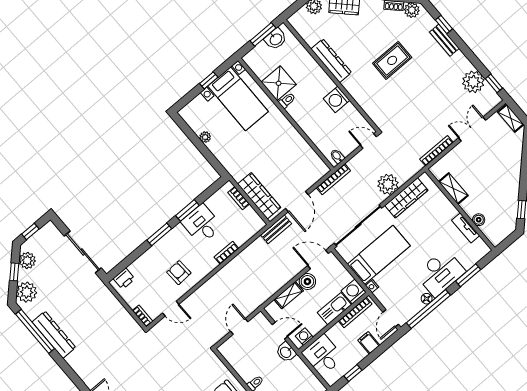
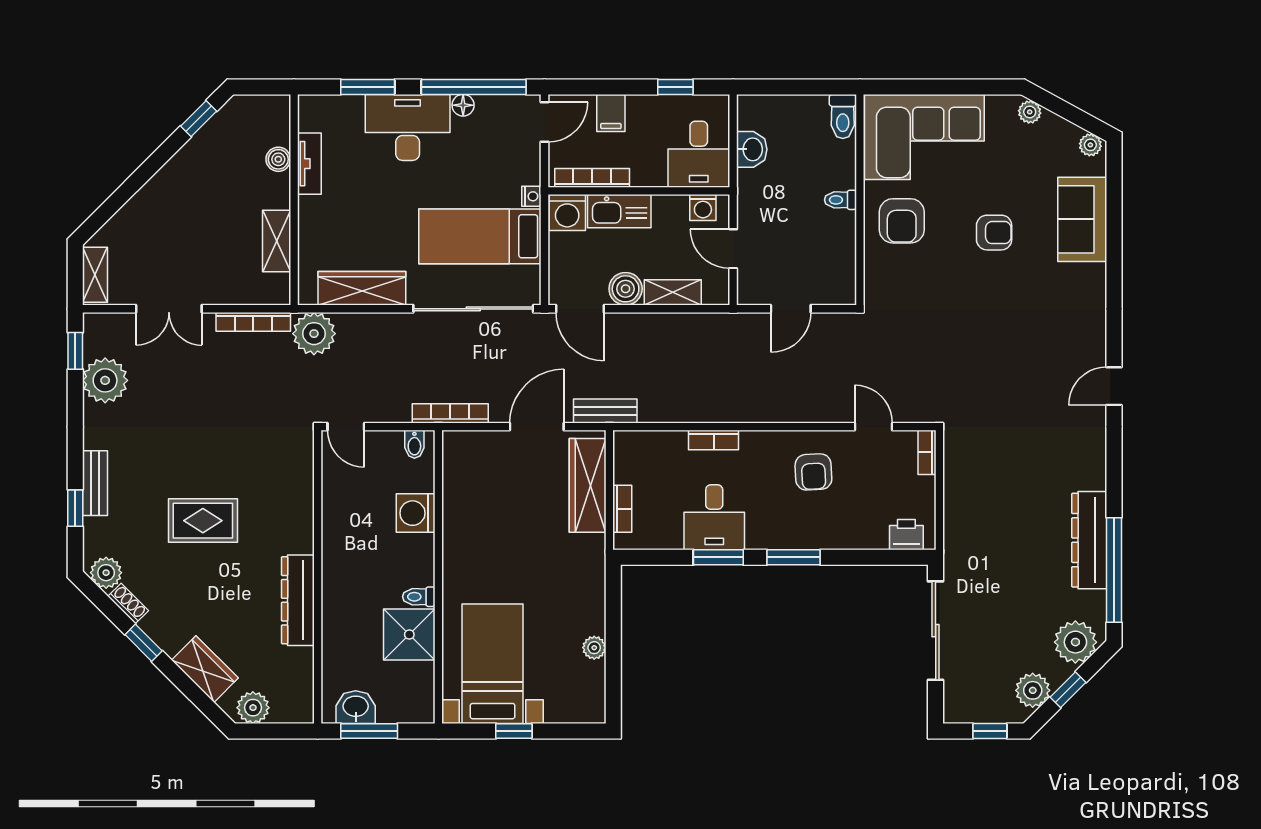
washing machine: (337, 99) -> (416, 513), moved, turned 180
plant: (388, 184) -> (314, 334), moved
washbasin: (286, 352) -> (752, 149), moved

